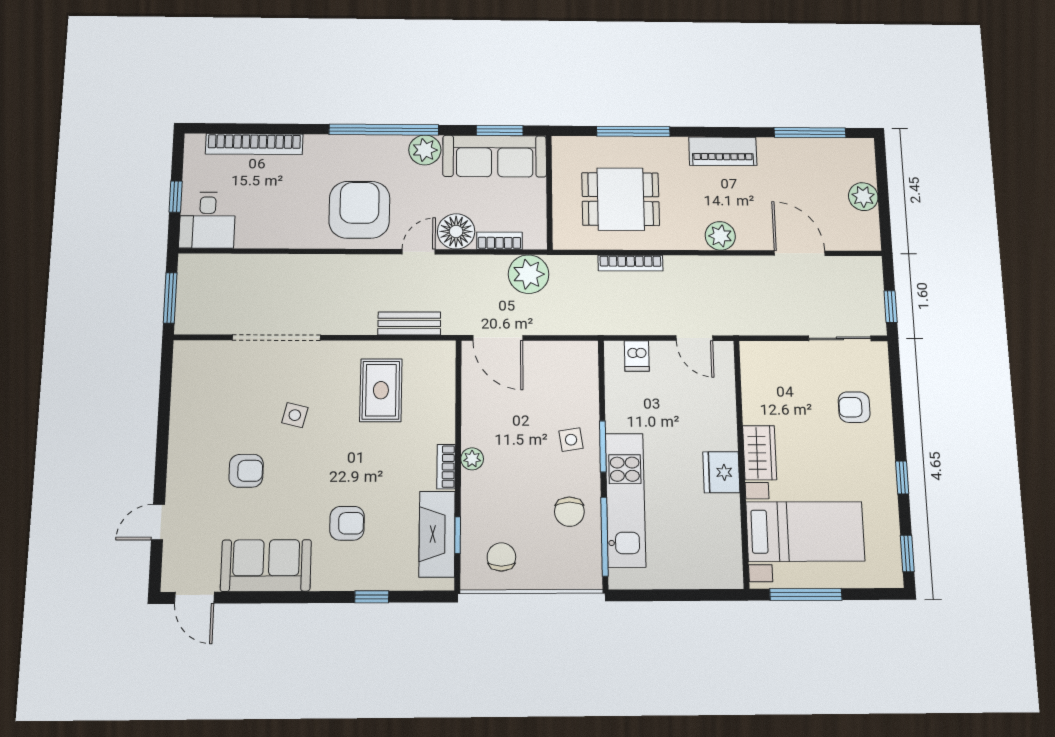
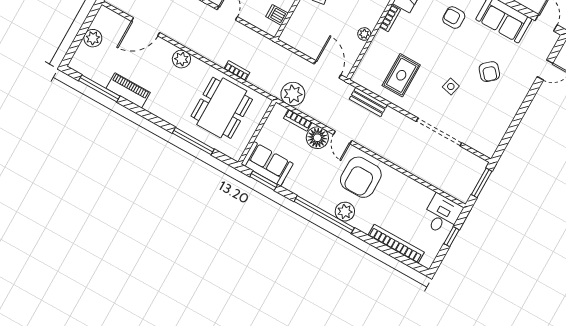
plant: (425, 150) -> (345, 212), moved
piano: (723, 151) -> (128, 90), moved
sofa: (495, 156) -> (267, 164), width x0.73
dining table: (621, 199) -> (222, 108), width x1.38
door: (419, 252) -> (343, 137), hinge flipped
door: (800, 253) -> (146, 27), hinge flipped
bookcase: (631, 263) -> (237, 71), width x0.64
dishwasher: (637, 356) -> (277, 15), moved, turned -90
plant: (472, 459) -> (364, 34), moved
armchair: (246, 471) -> (489, 72), turned -131

